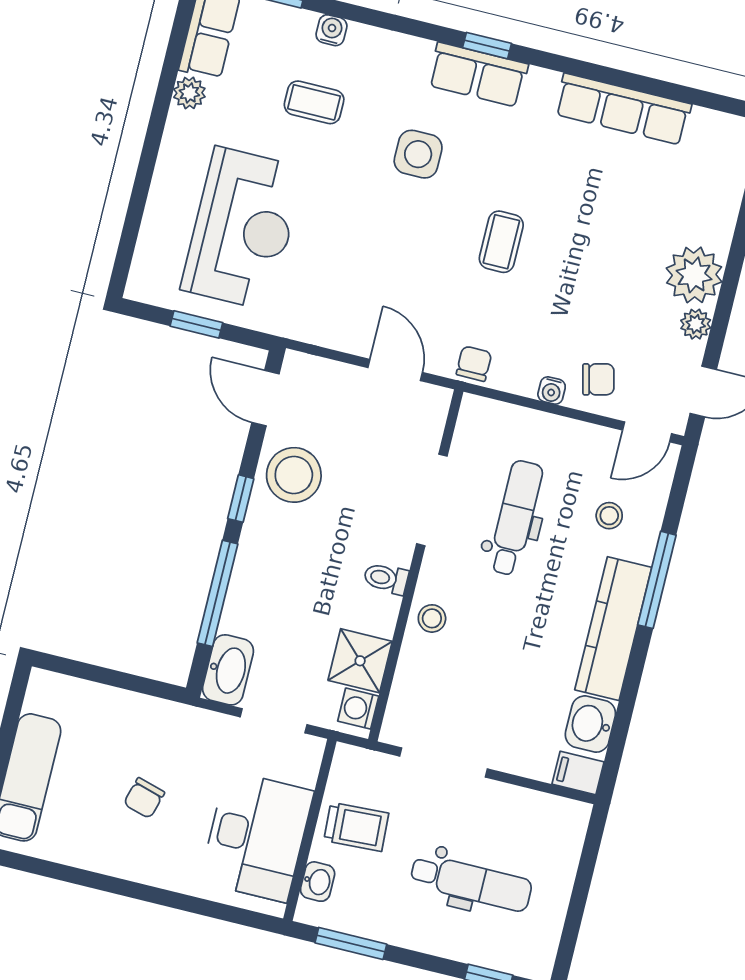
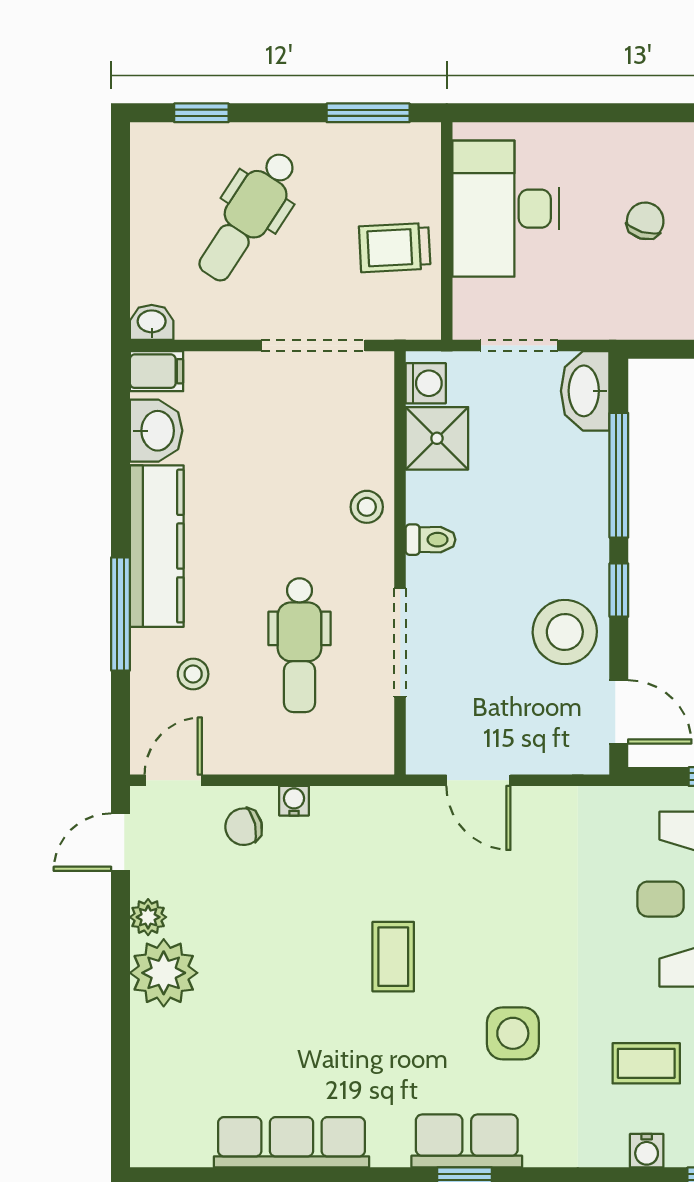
chair: (474, 364) -> (390, 810), removed
washbasin: (318, 882) -> (152, 322), moved, turned 90
dental chair: (471, 883) -> (248, 216), turned -57

